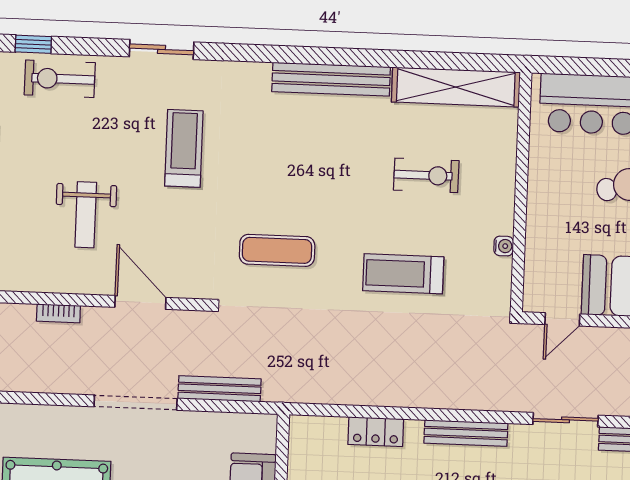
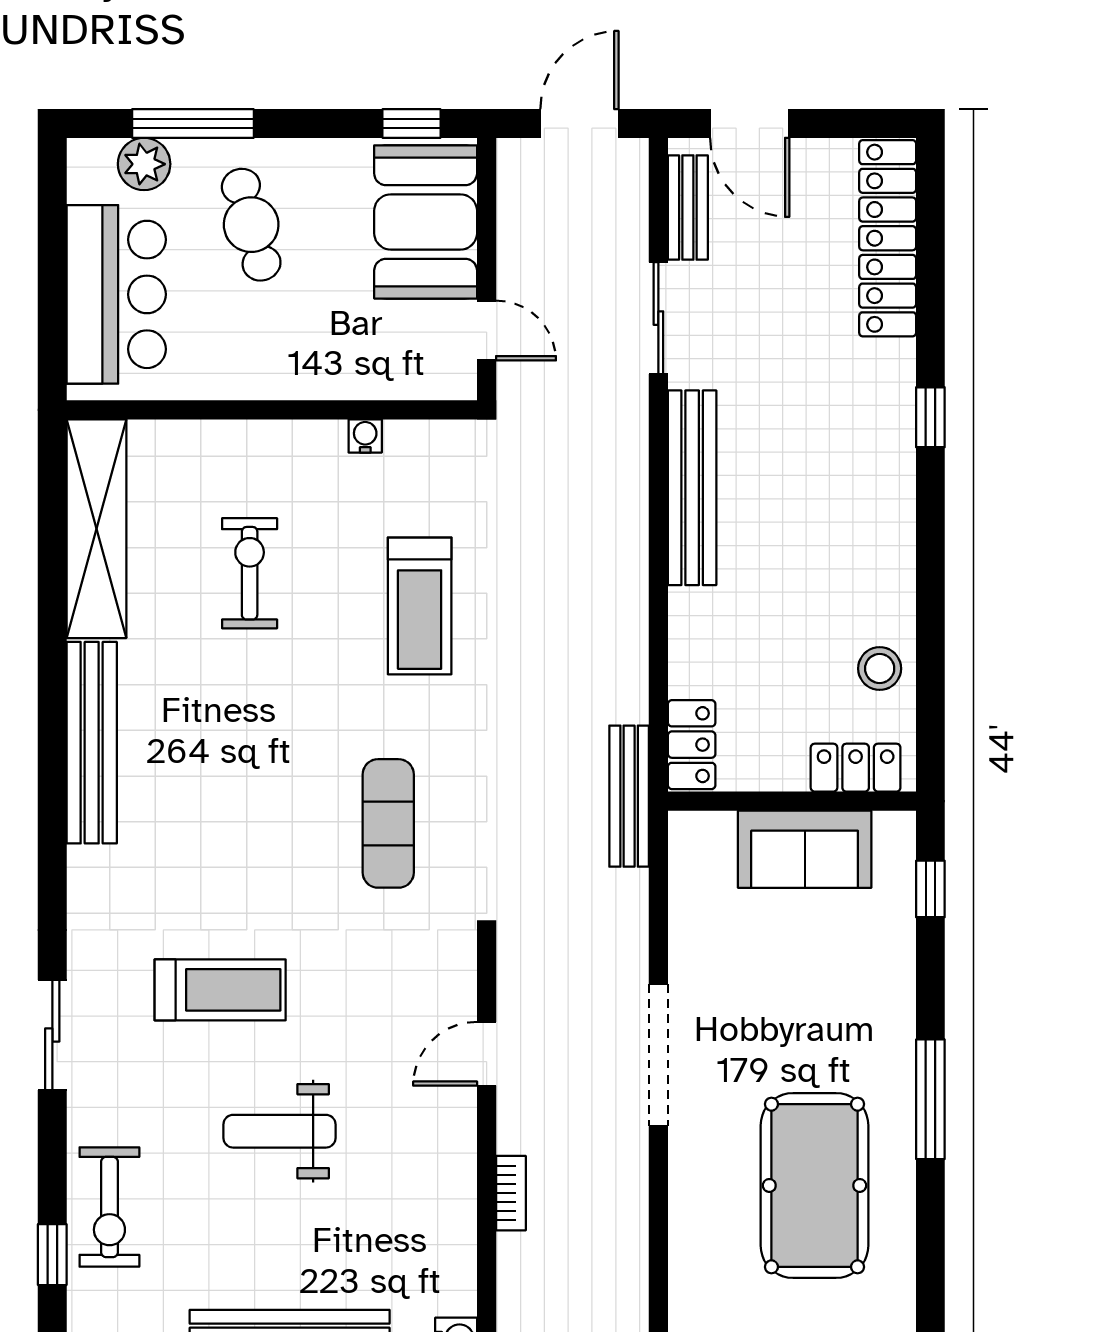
treadmill: (184, 148) -> (220, 990), turned 180
weight bench: (86, 215) -> (280, 1131), moved, turned 180
door: (140, 302) -> (487, 1054), width x0.73
bench: (220, 389) -> (629, 796), moved
locker: (376, 432) -> (692, 745), moved
bench: (466, 433) -> (692, 488), width x1.37, depth x1.21

